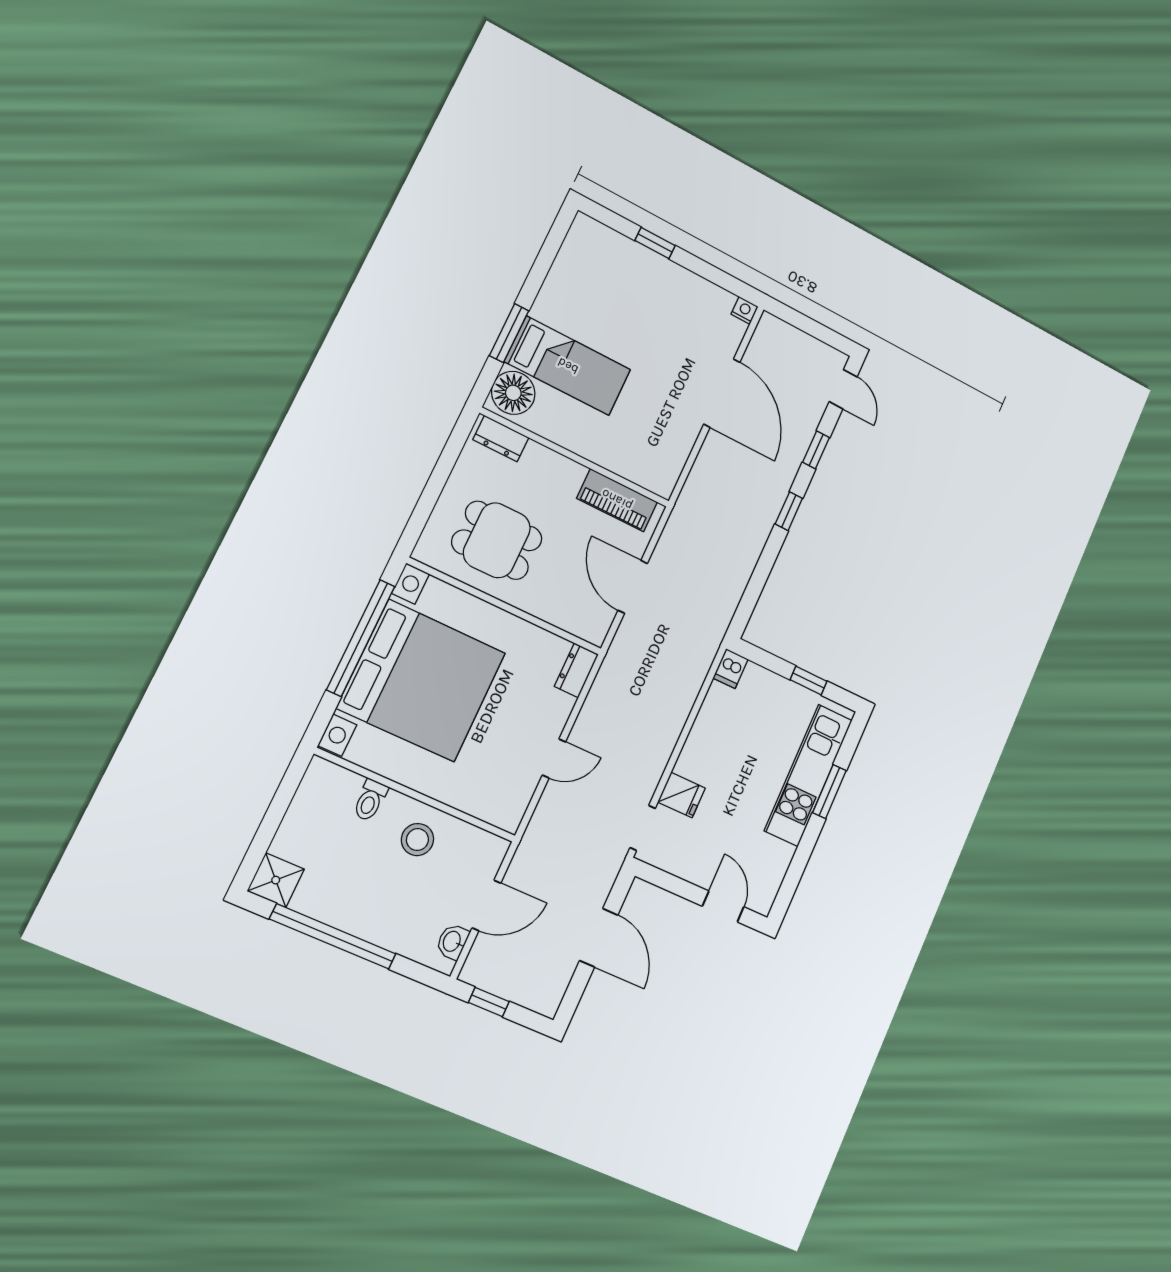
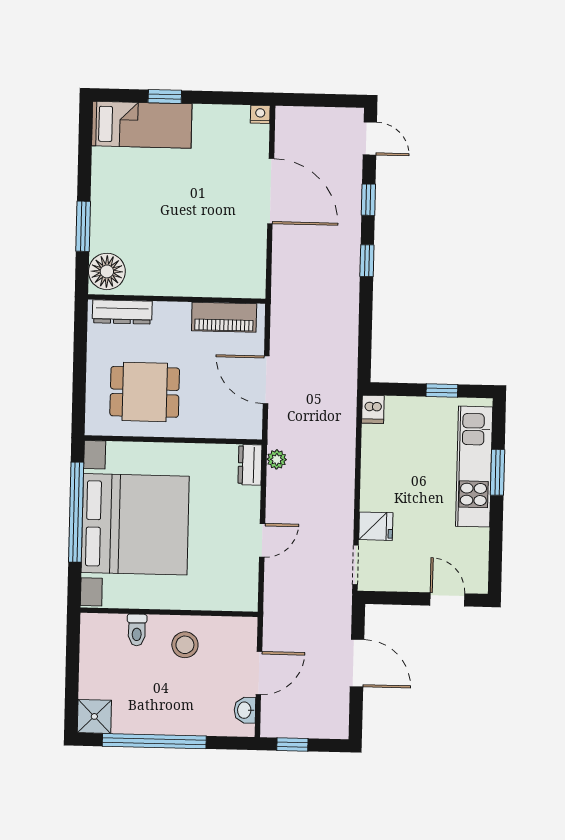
bed: (568, 366) -> (142, 125), moved
dresser: (501, 439) -> (122, 312), width x1.44
plant: (607, 677) -> (277, 459), added

